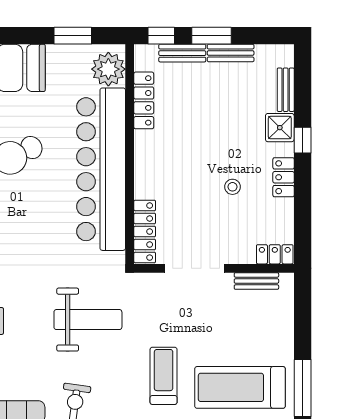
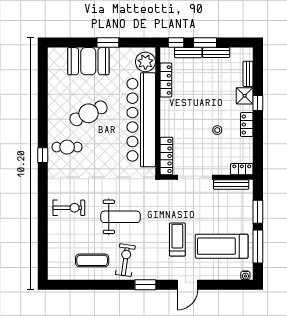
window: (73, 36) -> (108, 43), moved
bench: (256, 281) -> (231, 185), width x1.36
weight bench: (88, 320) -> (121, 217), moved
window: (303, 328) -> (258, 212), added

